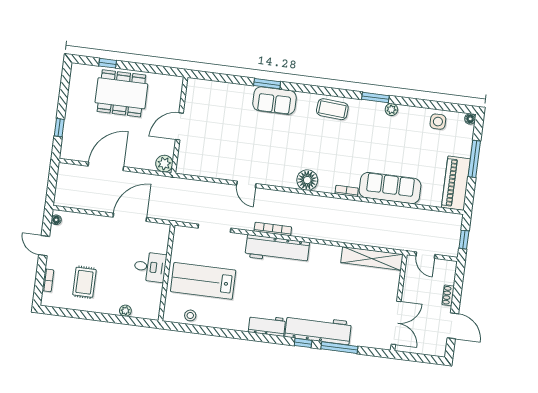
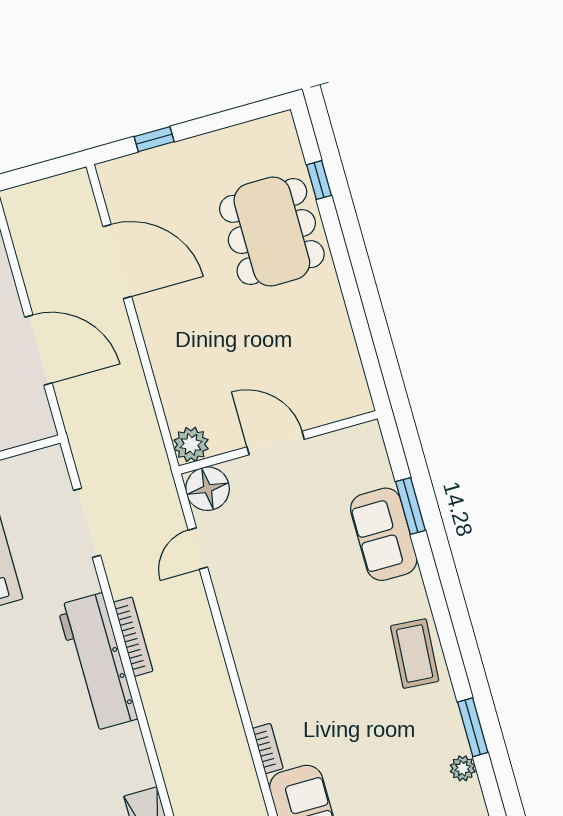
wall: (179, 125) -> (278, 442), moved
door: (179, 126) -> (276, 443), moved
plant: (164, 164) -> (191, 444), moved
floor lamp: (307, 180) -> (208, 489), moved

